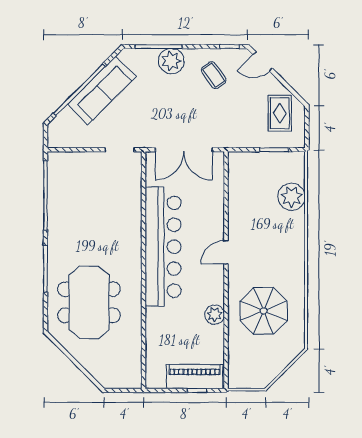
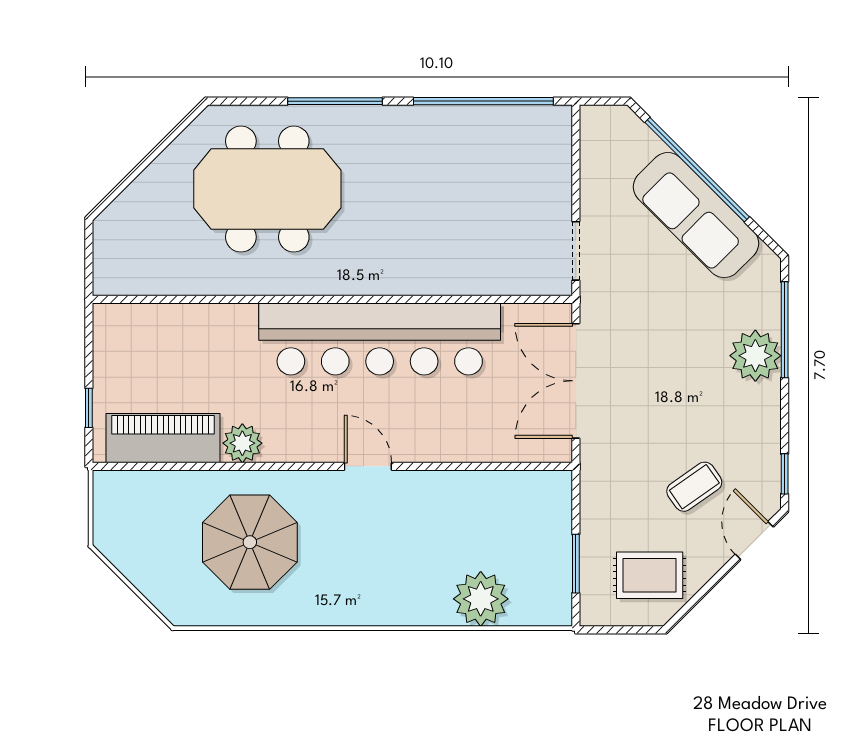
coffee table: (214, 75) -> (694, 487), moved
piano: (195, 377) -> (163, 438), moved, turned -90

